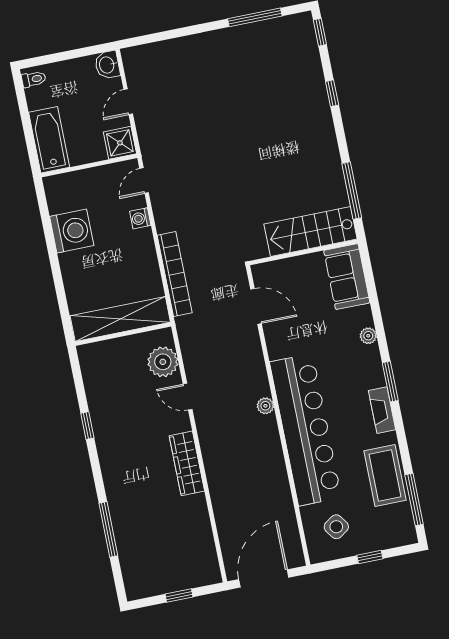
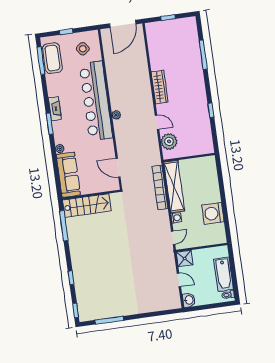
door: (128, 102) -> (179, 280), hinge flipped
bathtub: (49, 140) -> (224, 274), moved
sofa: (347, 277) -> (68, 175), width x1.36
shelving: (120, 319) -> (174, 187), moved, turned 90
coffee table: (385, 476) -> (52, 58), moved

